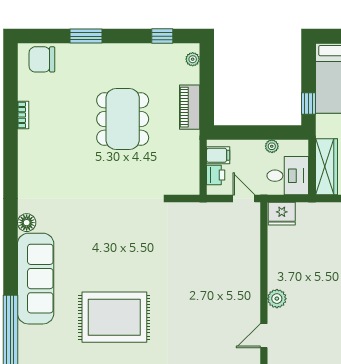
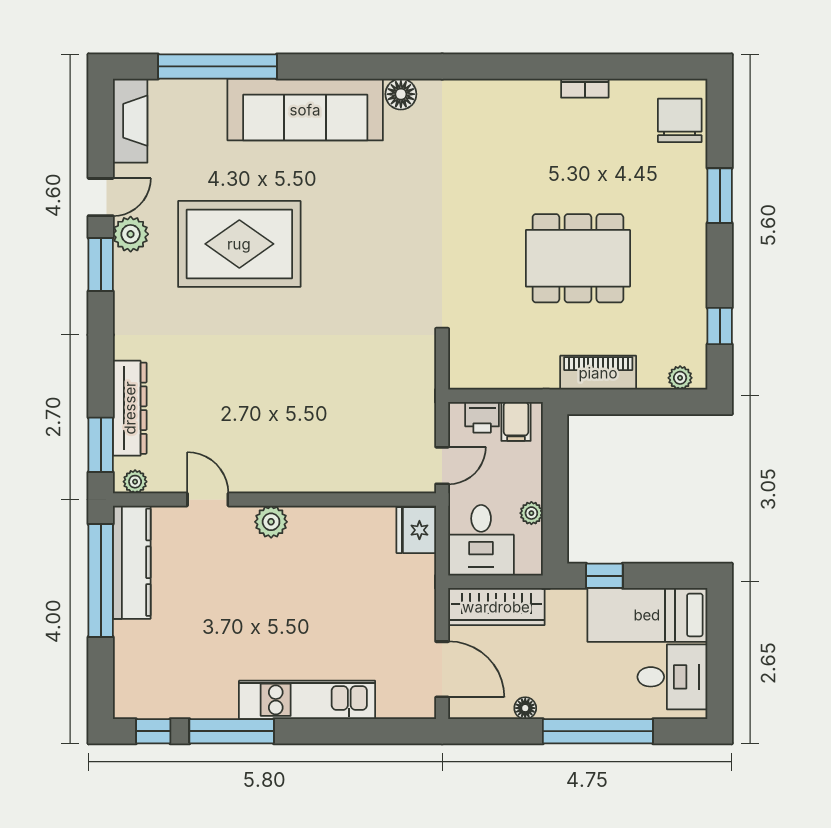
rug: (114, 317) -> (239, 244), turned 90

